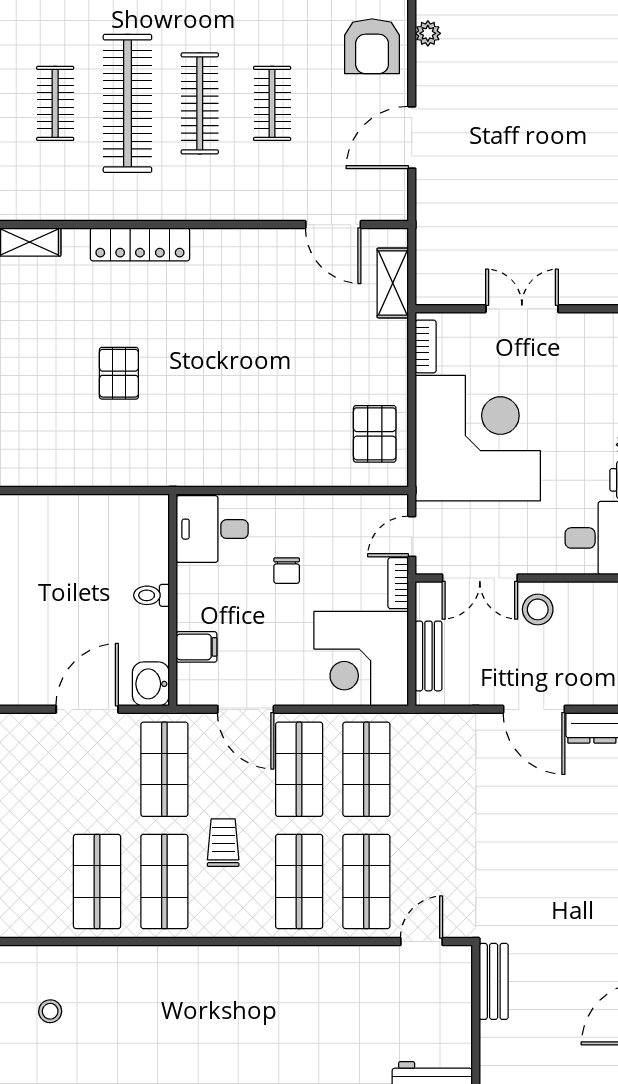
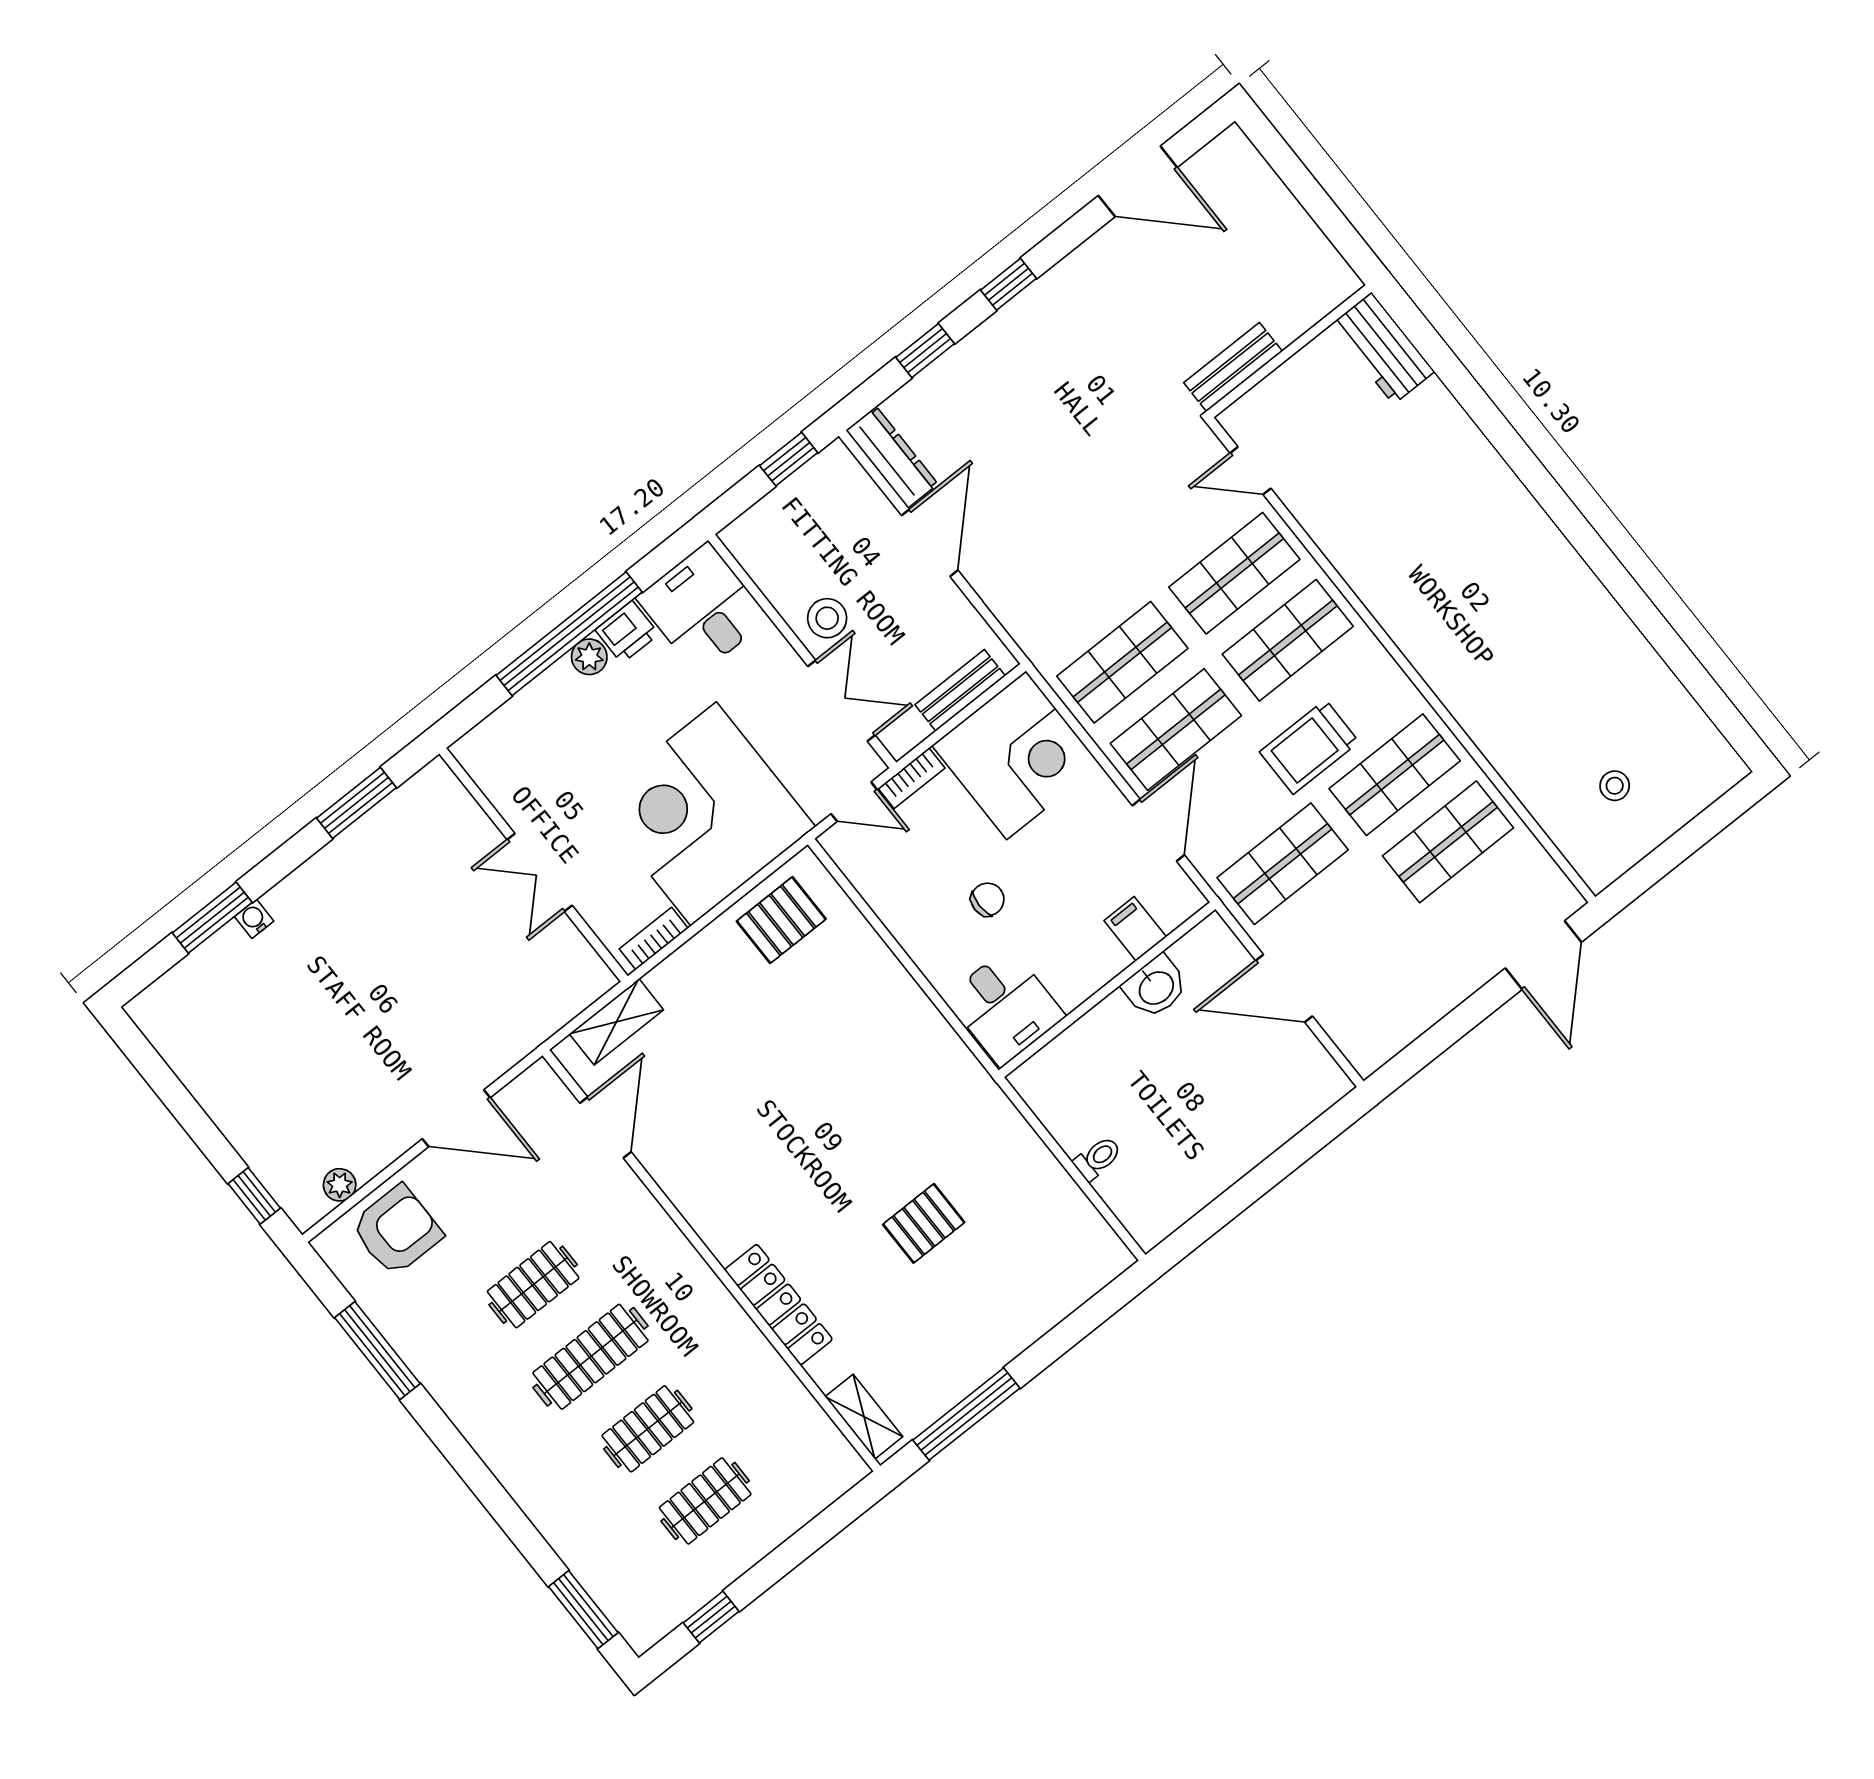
clothes rail: (127, 103) -> (648, 1429), width x0.54, depth x0.76
toilet: (152, 595) -> (1098, 1158), moved, turned -90
washbasin: (151, 684) -> (1155, 987), moved
trolley: (223, 843) -> (1309, 747), width x1.36, depth x1.39

